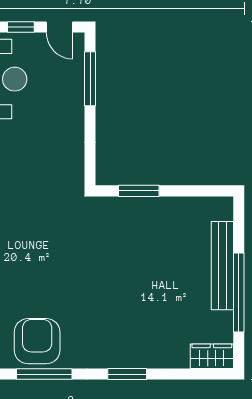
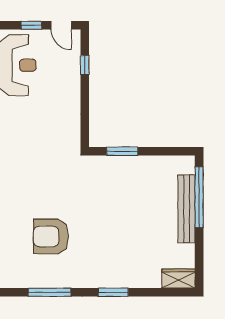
window: (90, 79) -> (85, 65), width x0.46
window: (239, 292) -> (199, 197), moved
armchair: (37, 341) -> (51, 236), moved, turned -90

